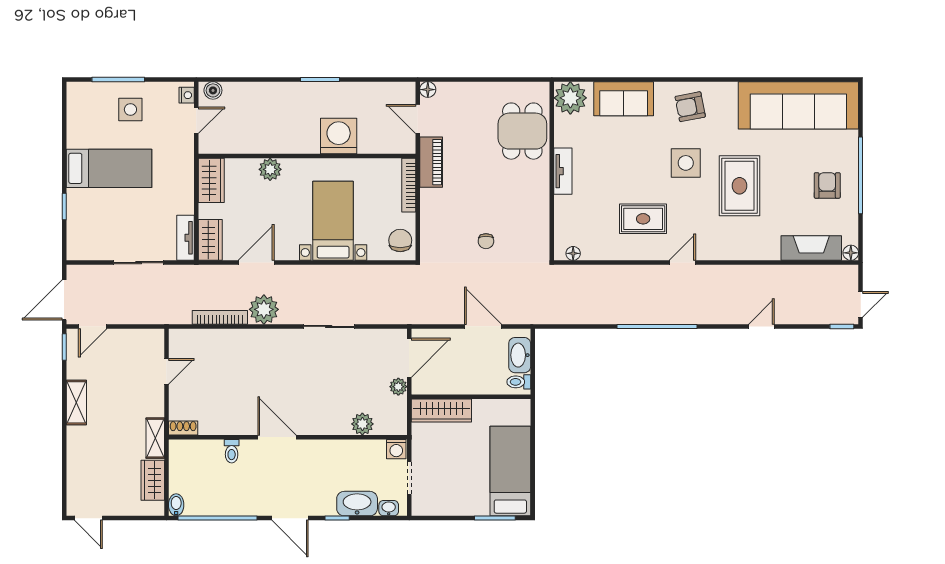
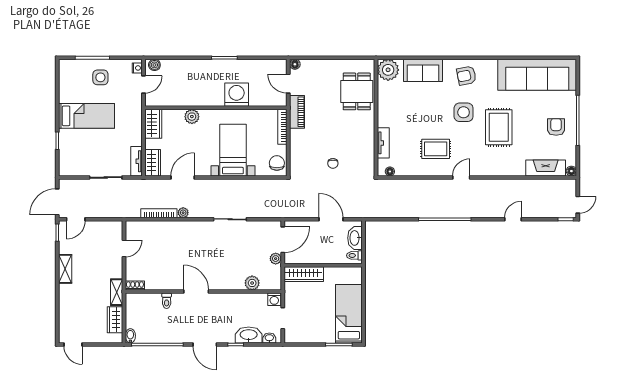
tv unit: (563, 171) -> (383, 143), moved
plant: (264, 309) -> (183, 213), width x0.53, depth x0.53

